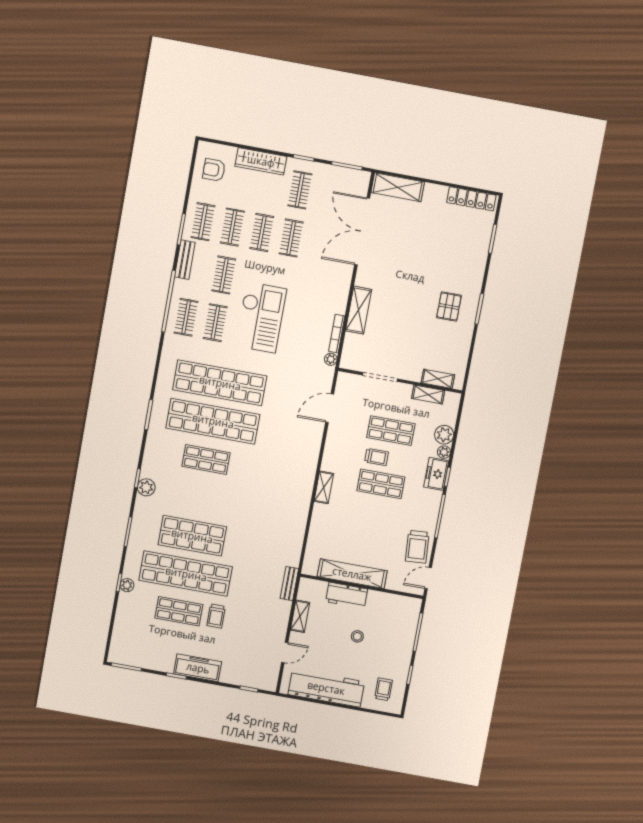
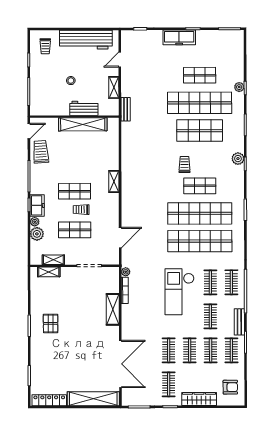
shelving: (398, 187) -> (93, 399), width x1.47
trolley: (216, 616) -> (184, 164), moved

